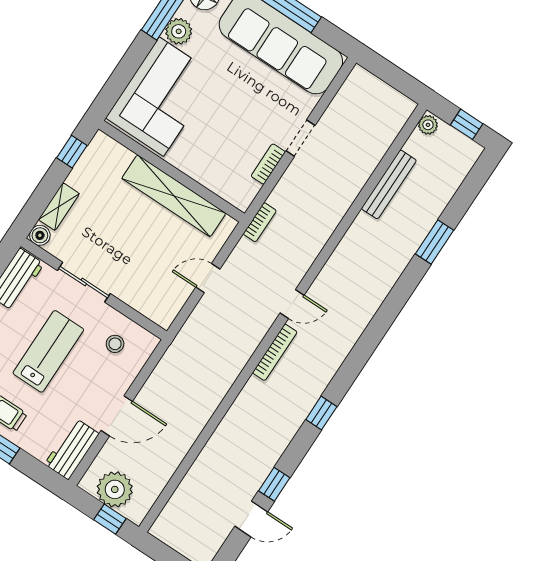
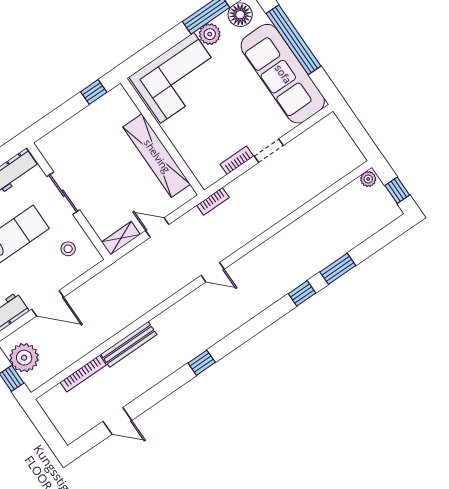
bench: (389, 184) -> (129, 344), moved
shelving: (59, 207) -> (121, 238), moved
boiler: (40, 235) -> (45, 145), removed
bookcase: (275, 352) -> (83, 374), moved
window: (274, 484) -> (302, 293), moved

